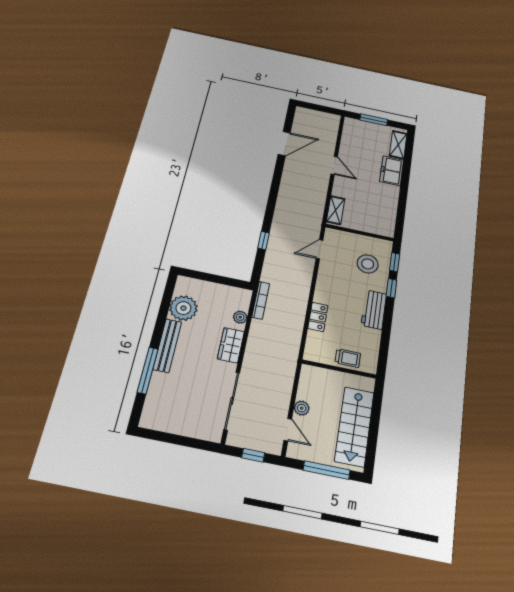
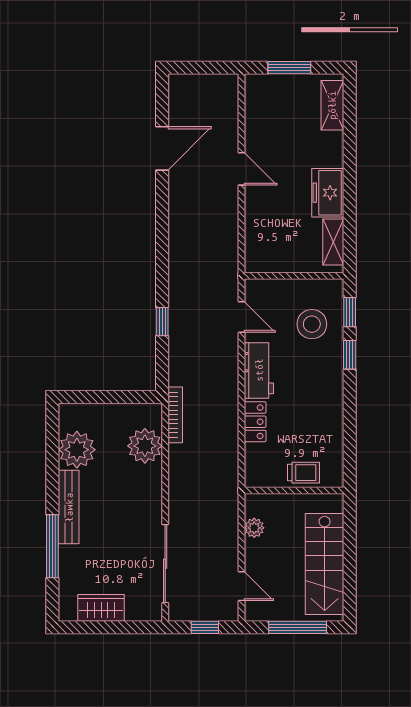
freezer: (392, 171) -> (328, 193), moved
shelving: (336, 210) -> (333, 242), moved
door: (319, 249) -> (242, 317), swing flipped
workbench: (374, 310) -> (259, 370), moved, turned 180
plant: (240, 317) -> (145, 446), width x1.87, depth x1.87
wardrobe: (231, 345) -> (101, 608), moved, turned 90
plant: (302, 408) -> (254, 528), moved

